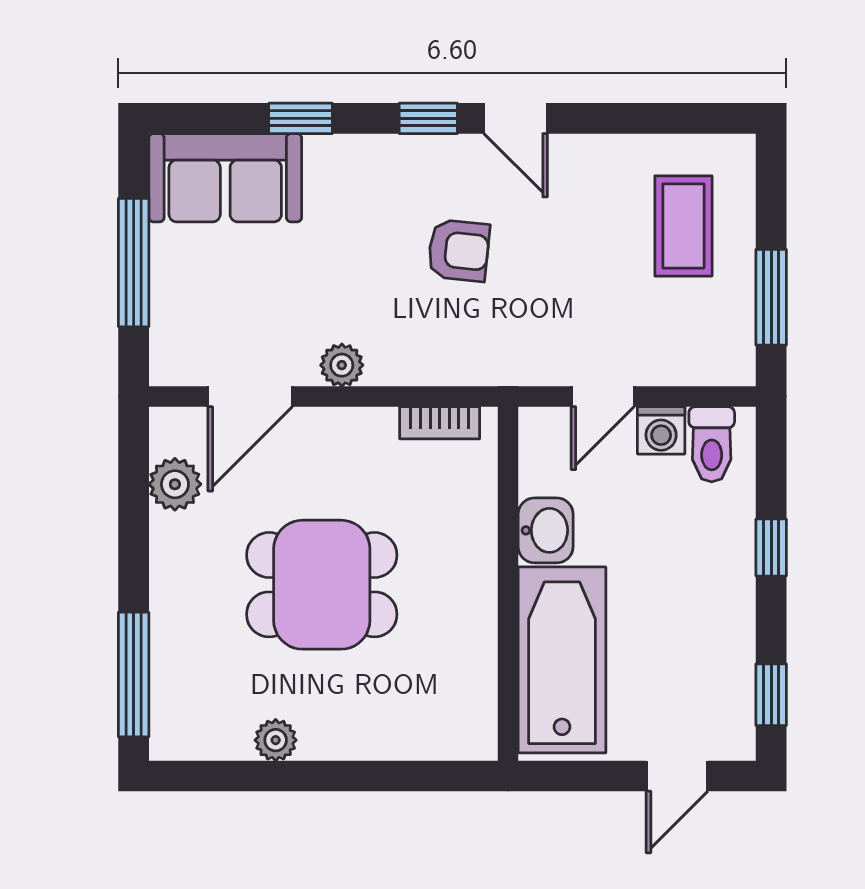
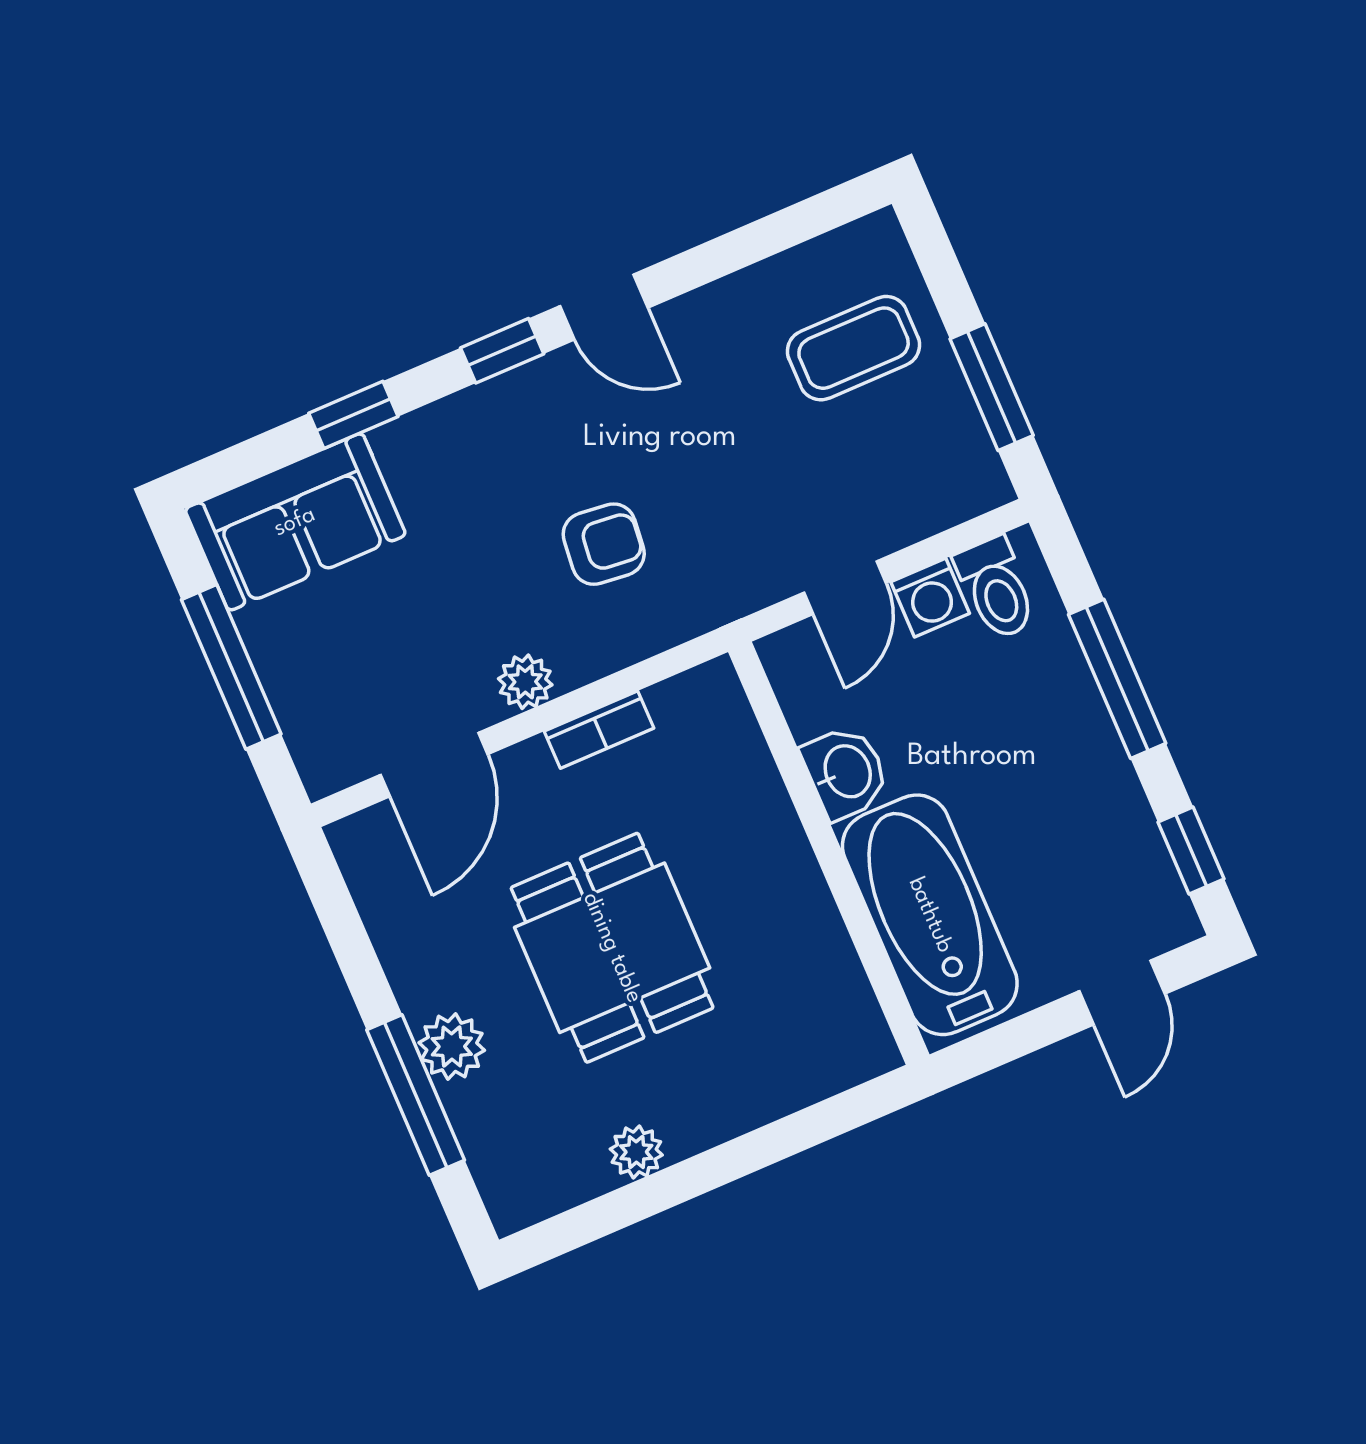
coffee table: (683, 226) -> (854, 348), turned 90
armchair: (459, 250) -> (604, 544), moved
bookcase: (440, 423) -> (599, 730), moved
plant: (175, 484) -> (452, 1047), moved
window: (771, 548) -> (1117, 679), width x2.17
dining table: (322, 585) -> (612, 948), turned 90
window: (134, 675) -> (416, 1095), moved

